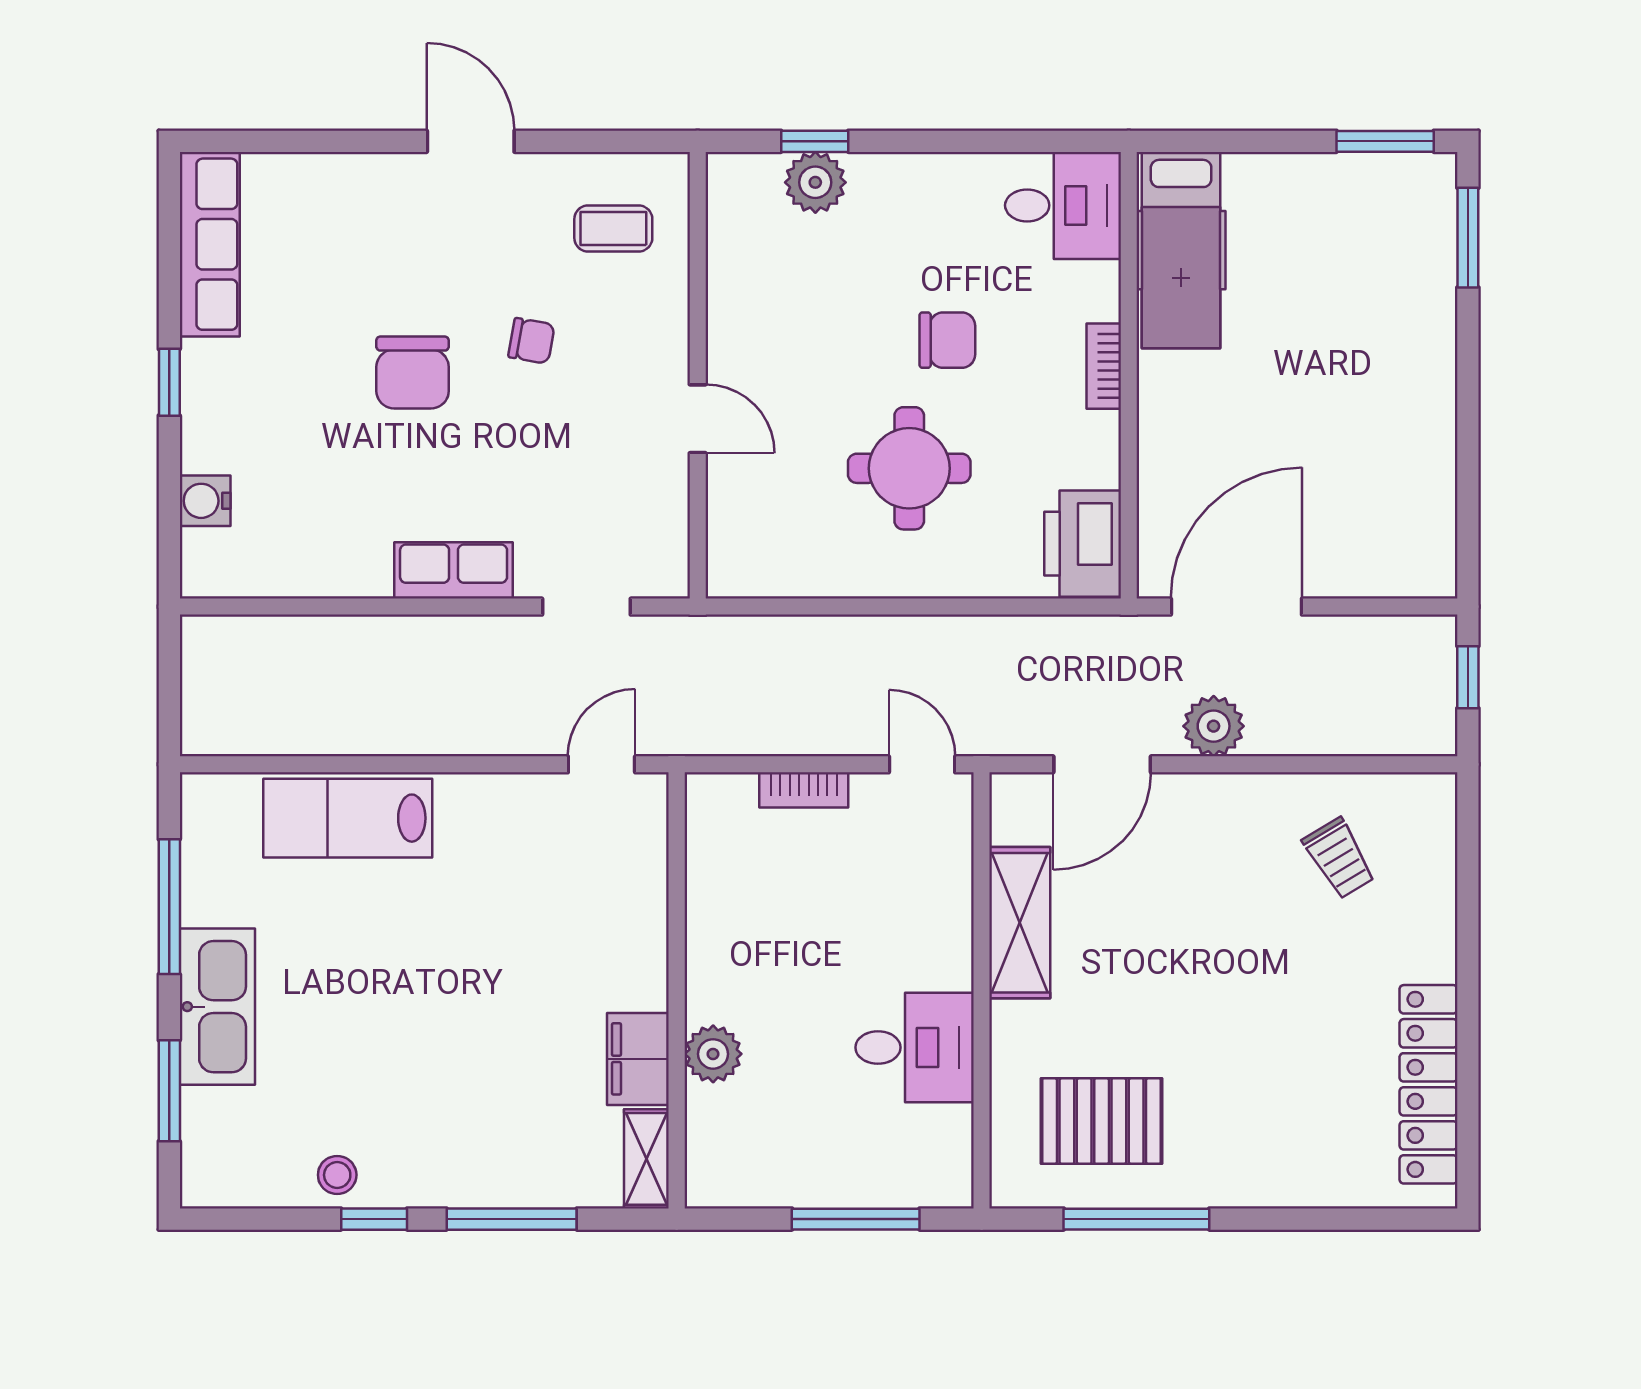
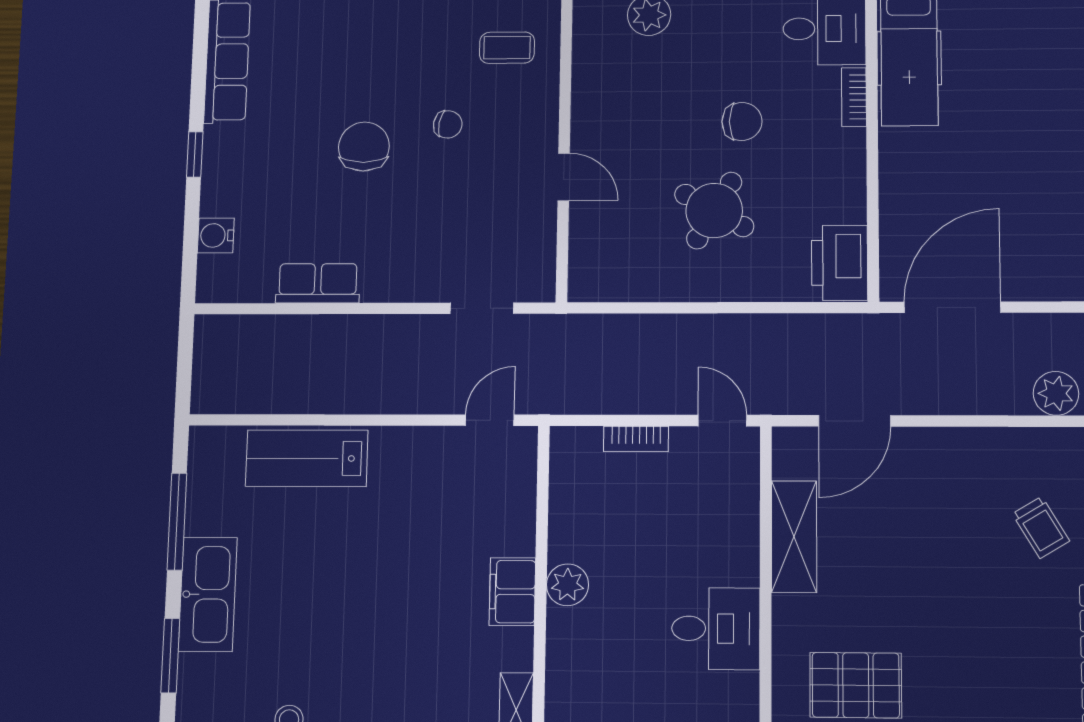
bookcase: (1104, 366) -> (854, 97), moved
chair: (413, 372) -> (364, 147), turned 180
round table: (909, 468) -> (714, 210), turned 30
row of seats: (454, 570) -> (318, 283), moved
plant: (1214, 726) -> (1056, 393), moved
trolley: (1339, 858) -> (1041, 527), moved
plant: (713, 1054) -> (568, 585), moved
filing cabinet: (638, 1059) -> (512, 592), moved

